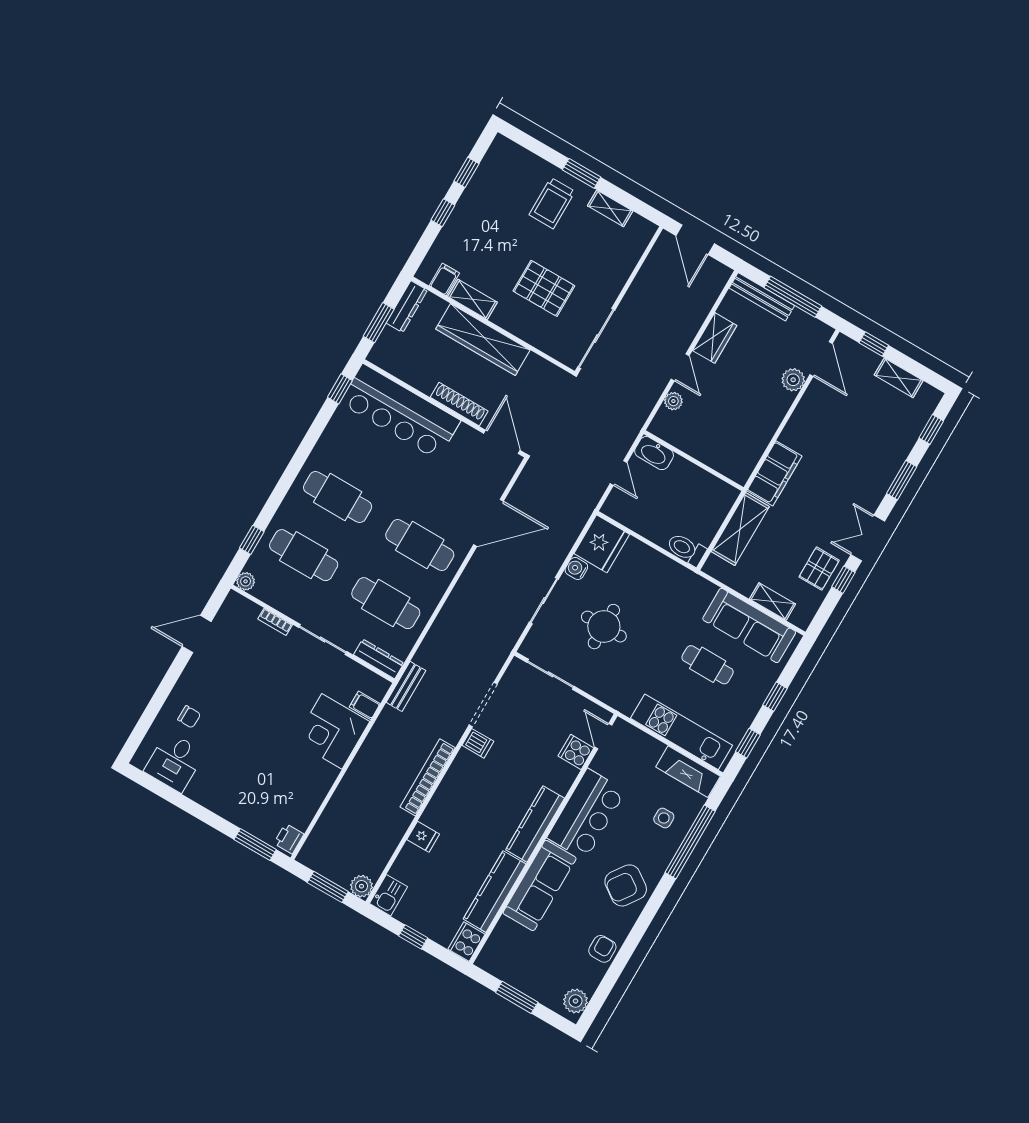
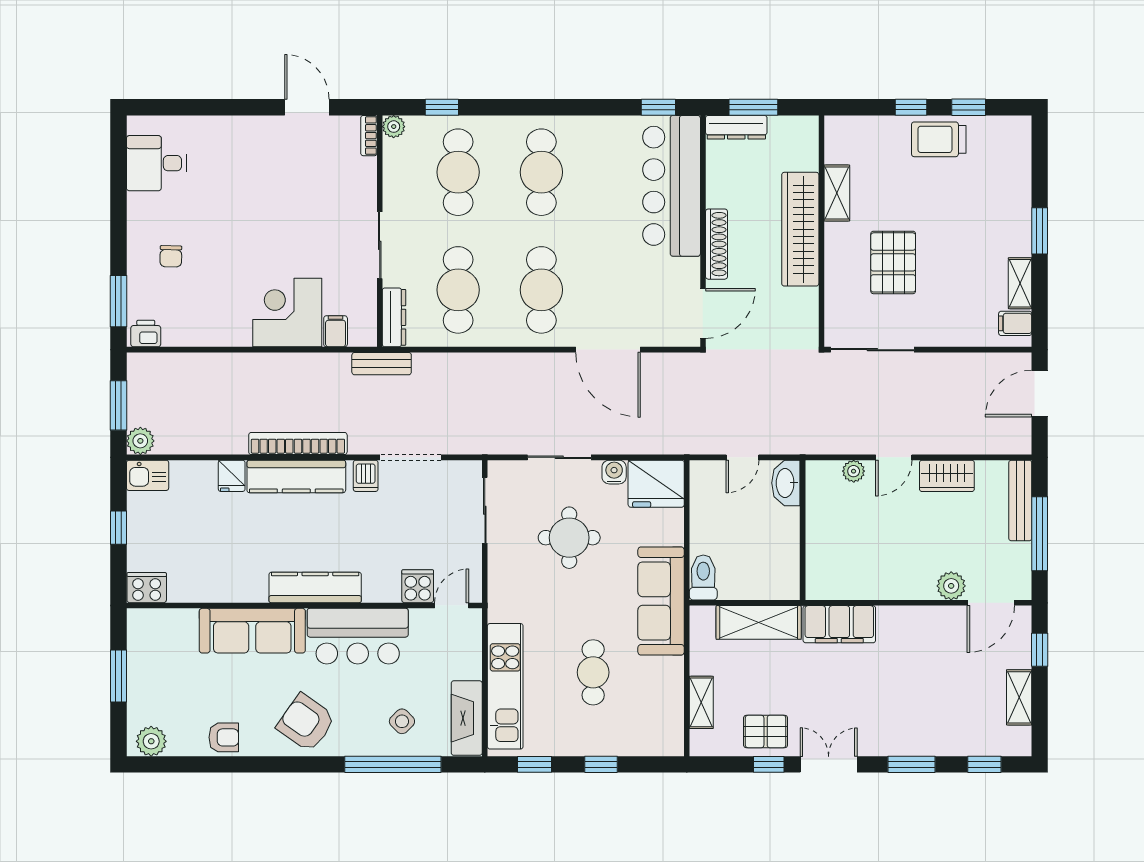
trolley: (552, 203) -> (939, 139), moved
filing cabinet: (444, 279) -> (1015, 323), moved, turned 180
dresser: (407, 307) -> (736, 127), moved
bookcase: (275, 622) -> (369, 136), moved
sofa: (749, 625) -> (661, 601), moved
chair: (189, 717) -> (171, 256), moved
side table: (664, 818) -> (402, 721), turned 45
kitchen counter: (495, 892) -> (296, 476), moved, turned 180

